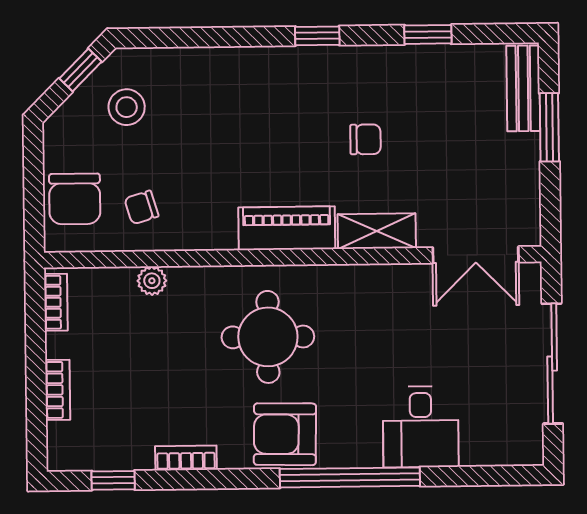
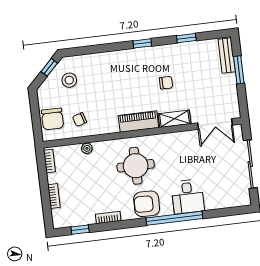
desk: (421, 427) -> (188, 197), moved

